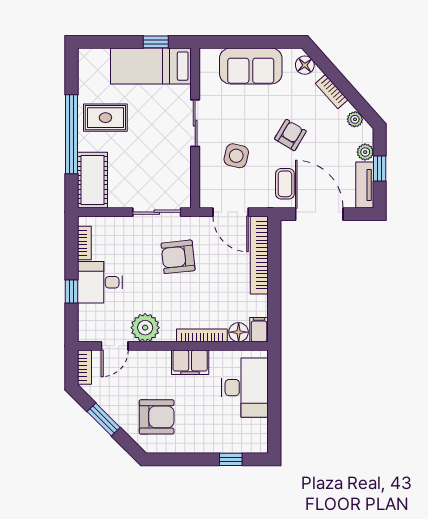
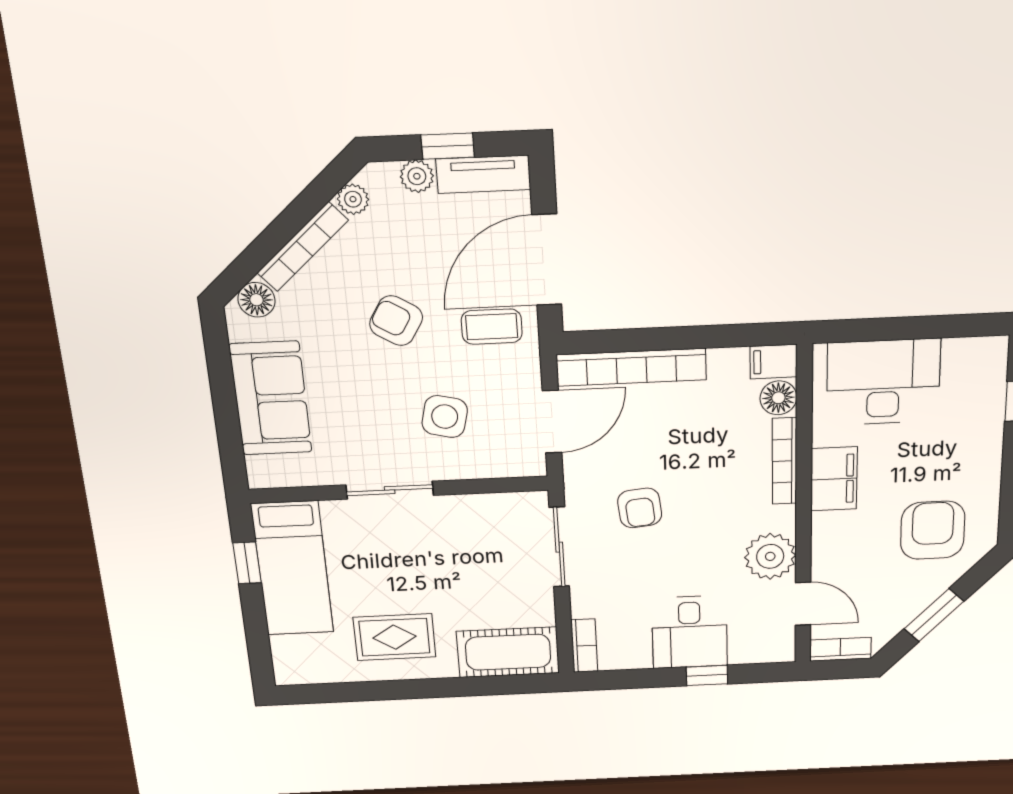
bookcase: (332, 92) -> (303, 247), width x1.56
rug: (105, 118) -> (395, 637), turned 90
window: (72, 134) -> (429, 688), removed
bookcase: (84, 243) -> (584, 646), moved, turned 90
armchair: (178, 257) -> (640, 508), width x0.72, depth x0.72

